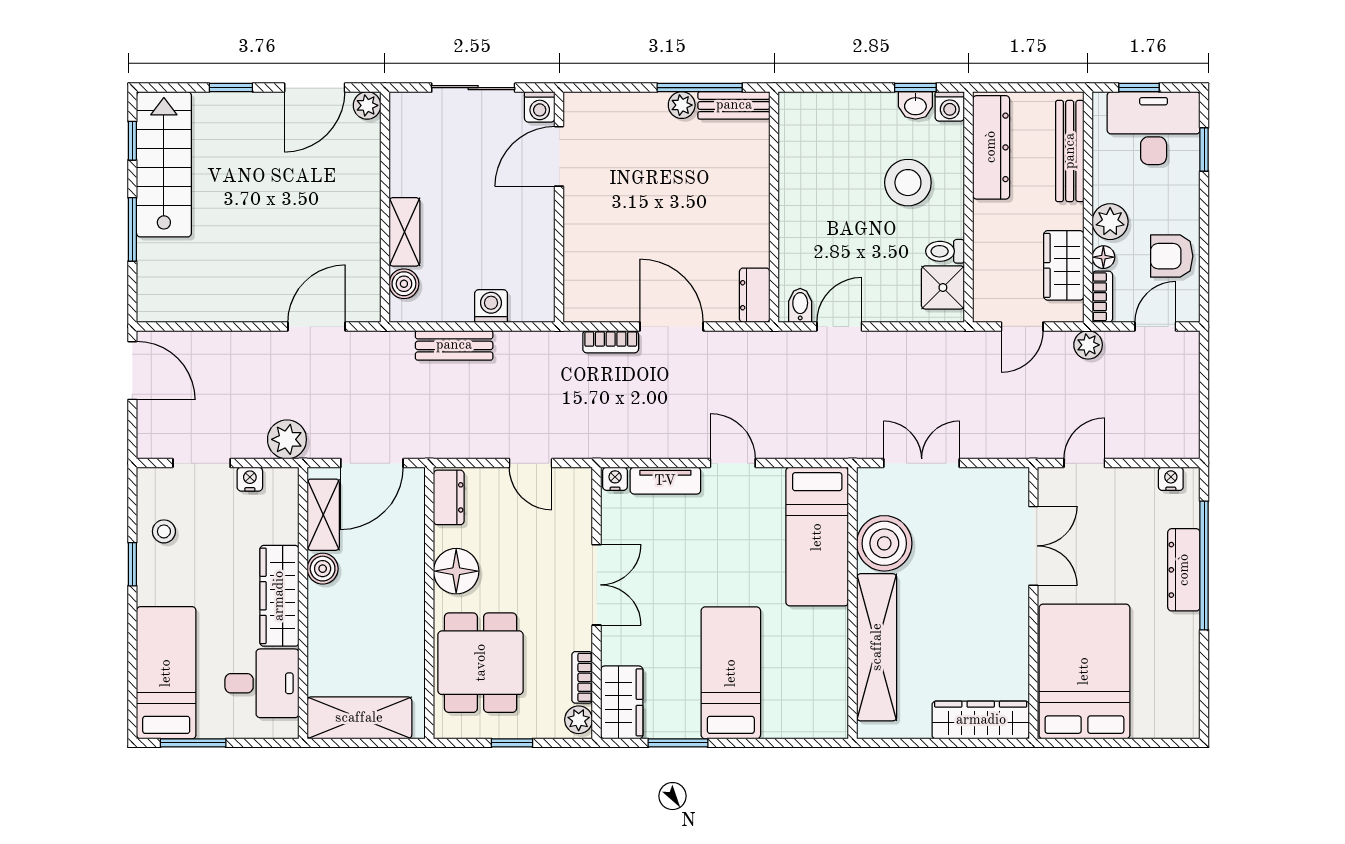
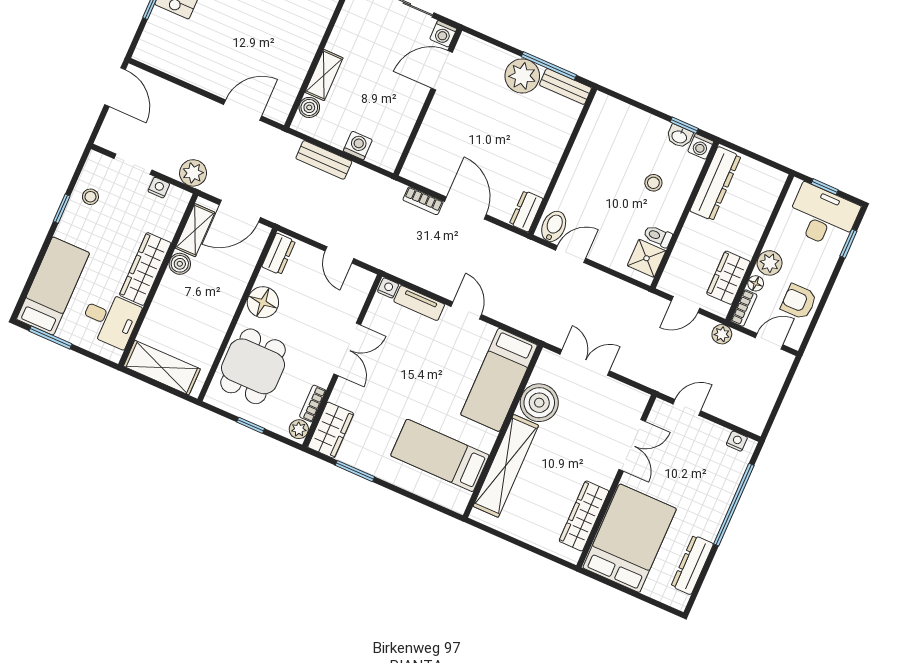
plant: (682, 105) -> (522, 76), width x1.88, depth x1.88
bench: (1070, 151) -> (764, 208), removed
stool: (908, 183) -> (653, 183), width x0.53, depth x0.53
bidet: (800, 305) -> (554, 226), width x1.38, depth x1.36
dresser: (1184, 570) -> (692, 565), moved
bed: (731, 673) -> (440, 455), moved, turned -90
wardrobe: (981, 720) -> (584, 516), moved, turned -90

